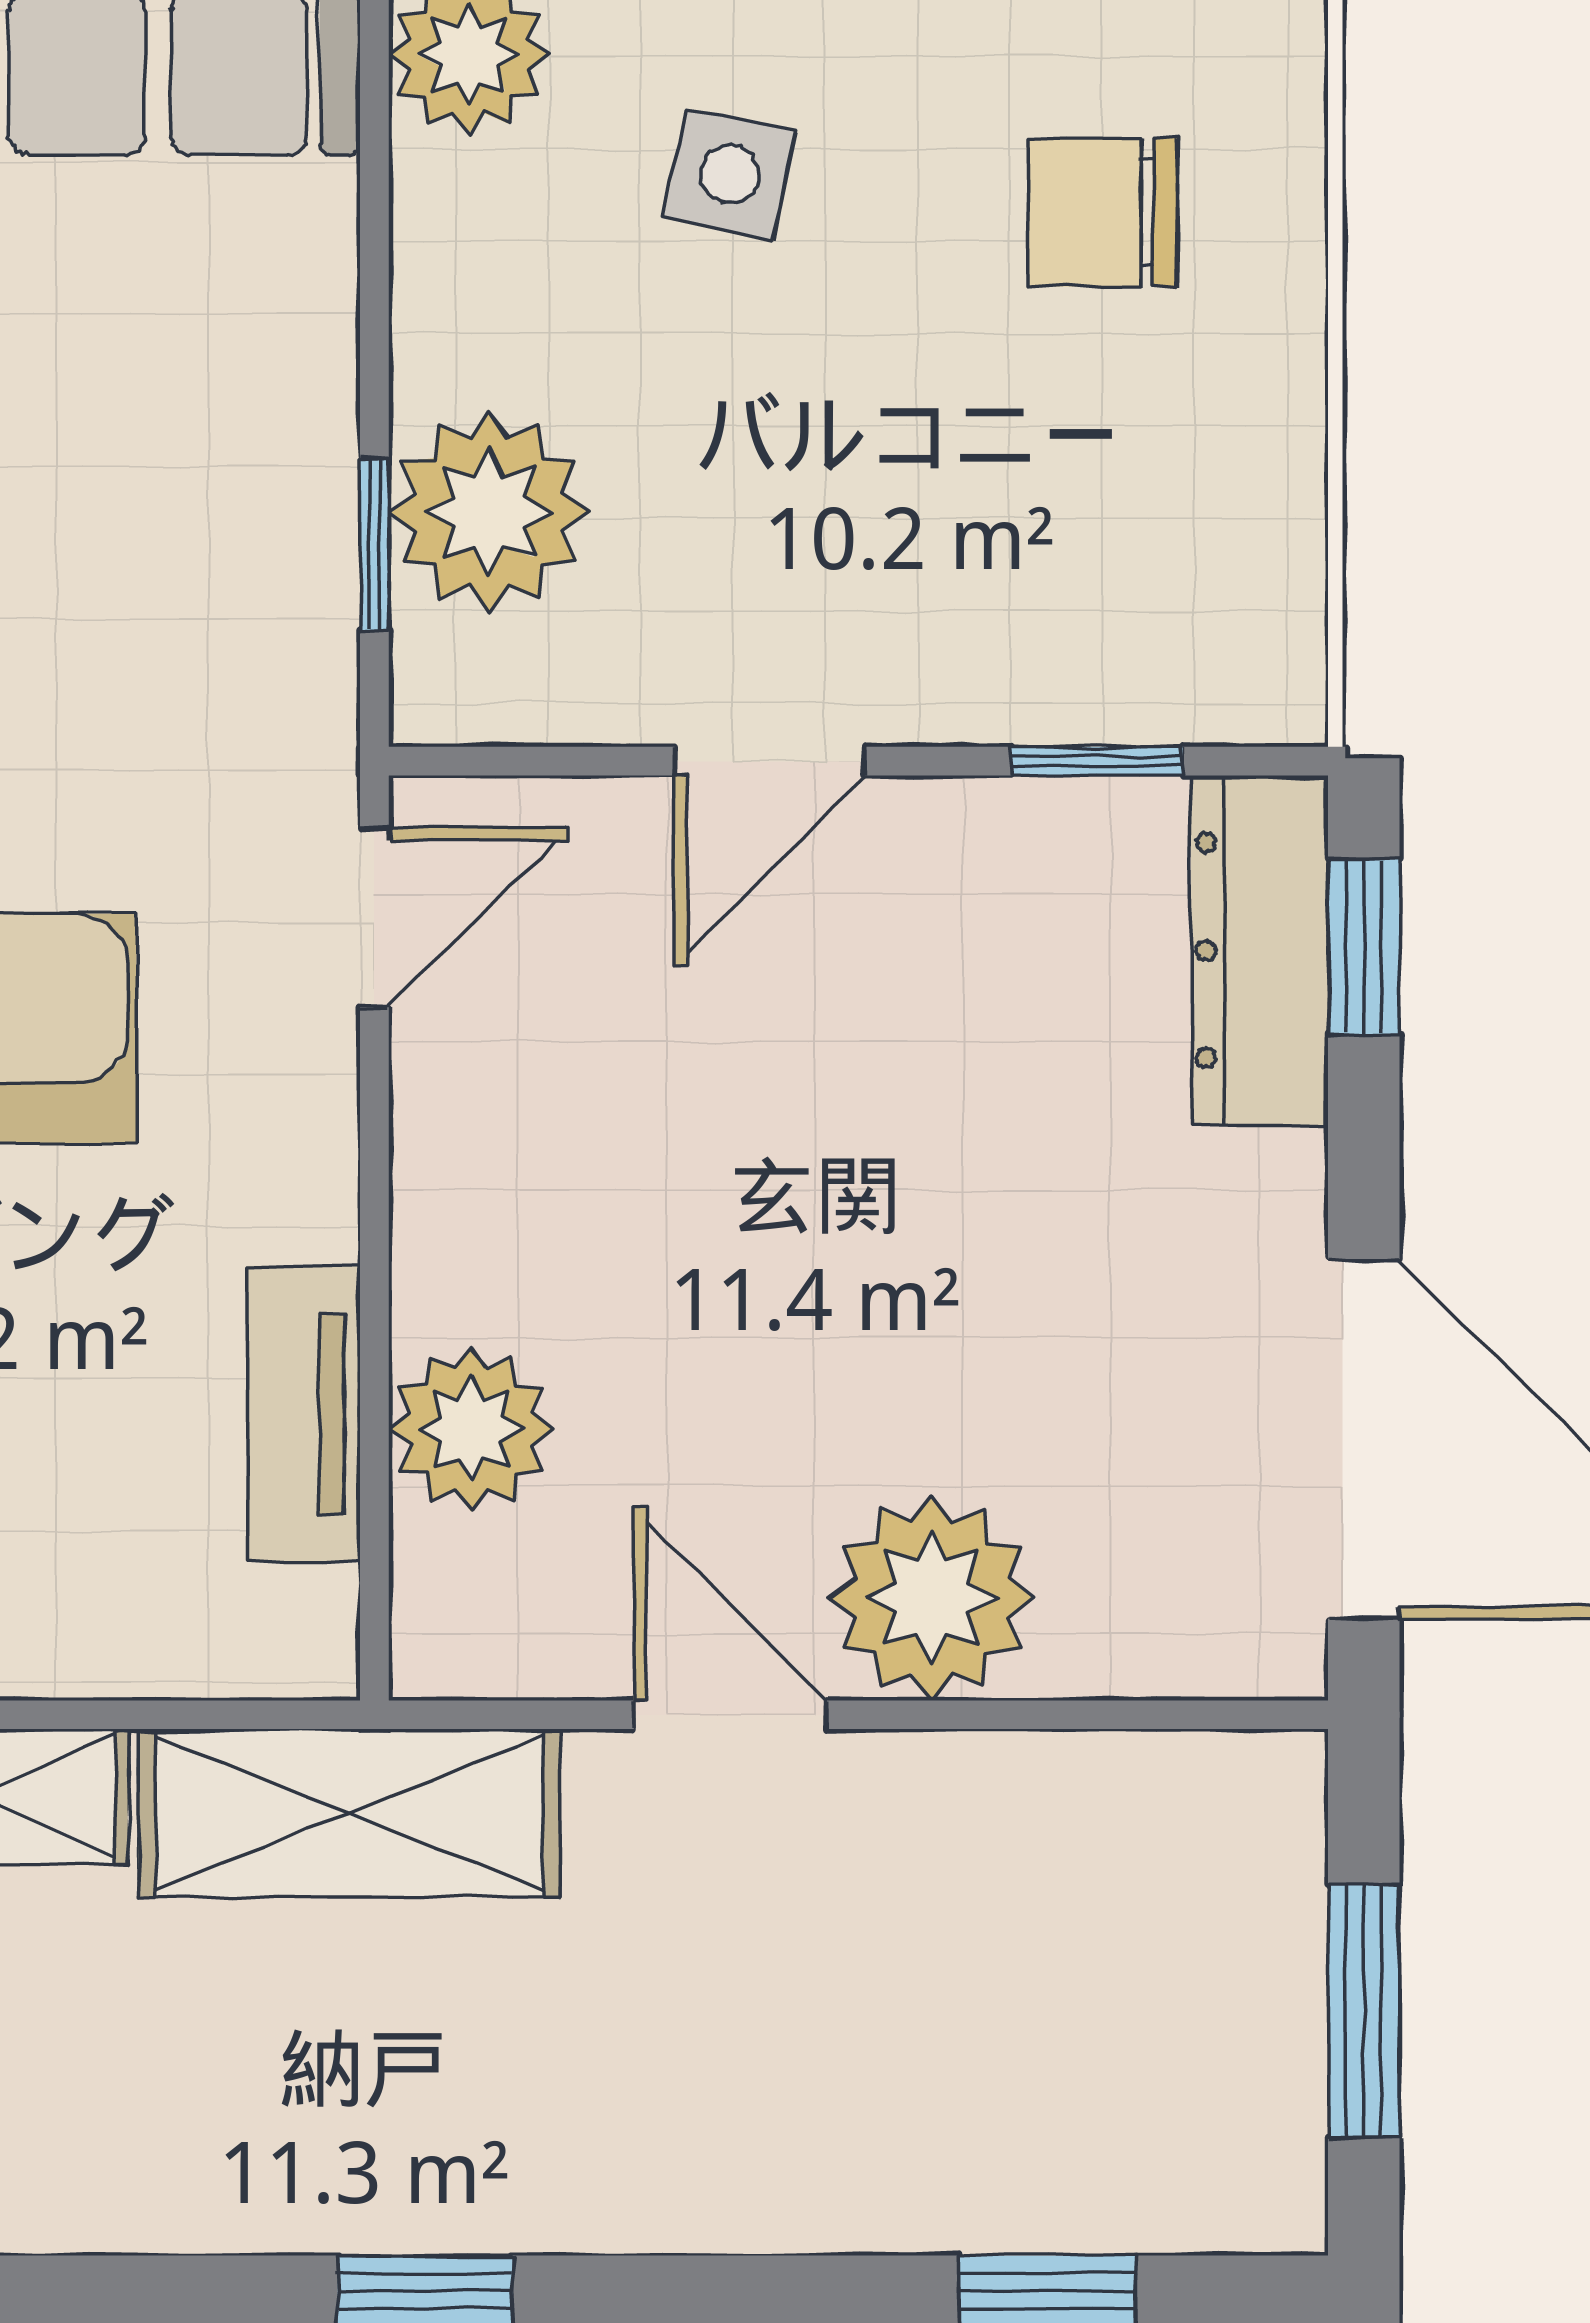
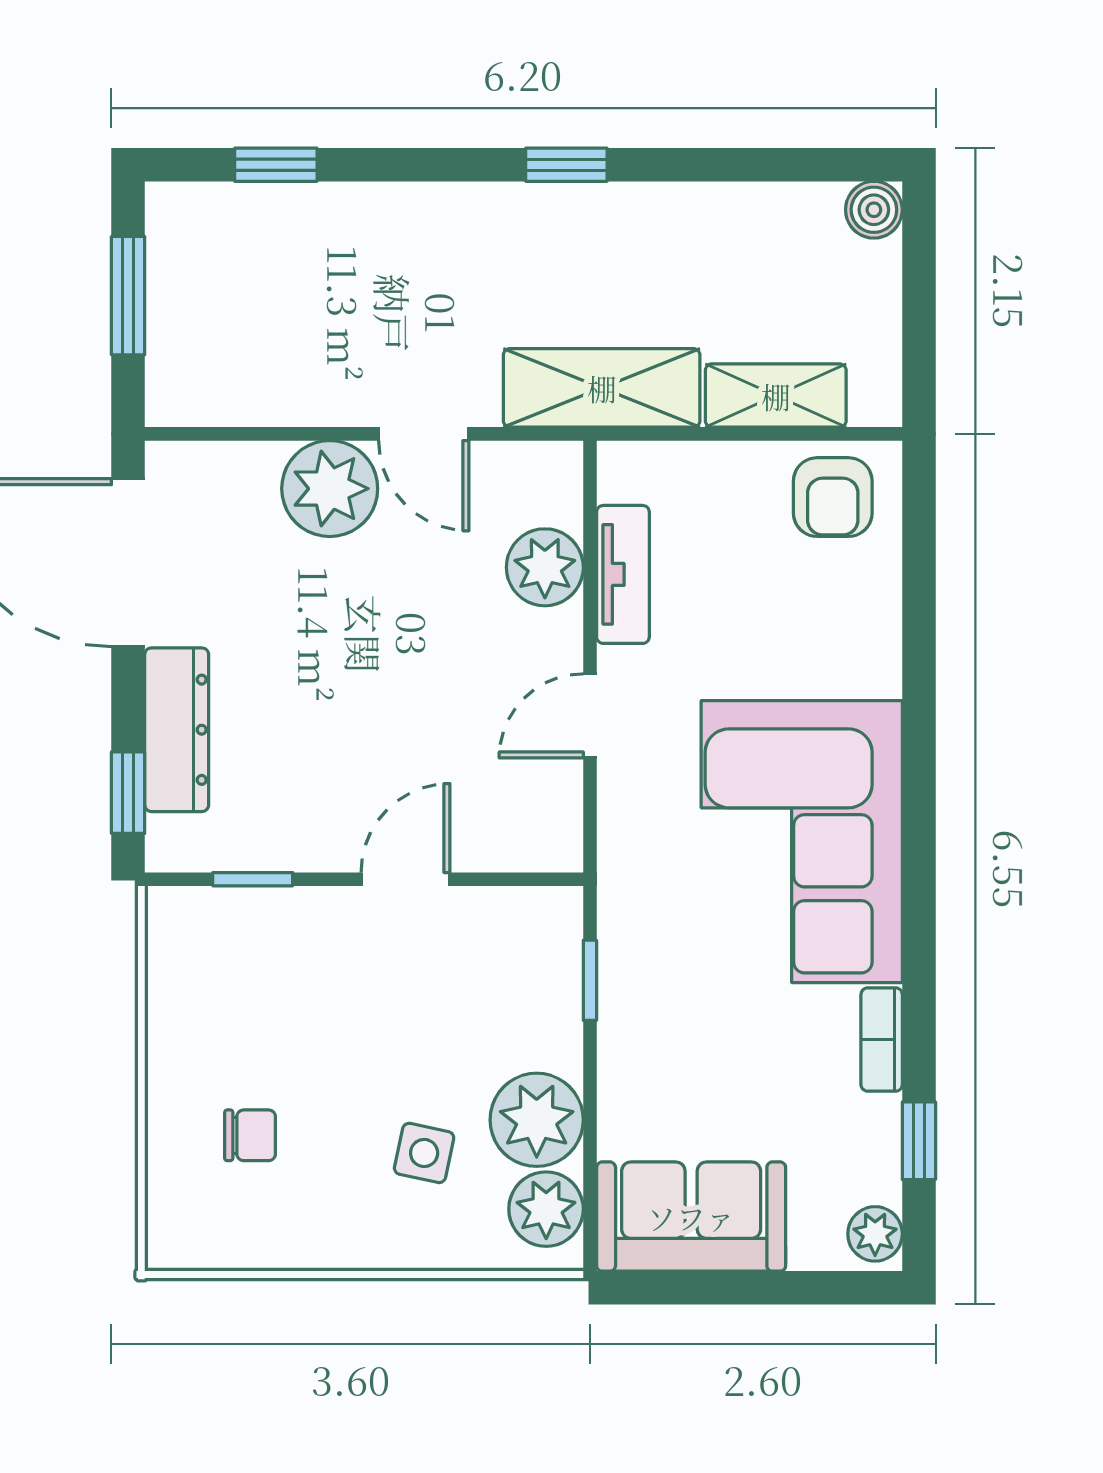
chair: (1102, 212) -> (250, 1135), width x0.73, depth x0.73
plant: (489, 512) -> (537, 1120), moved
door: (374, 917) -> (590, 716), moved
dresser: (1260, 950) -> (177, 730), moved

